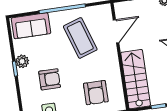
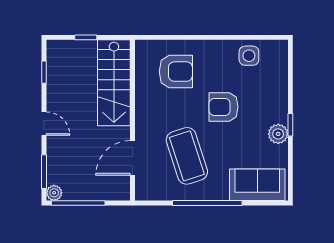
armchair: (50, 79) -> (224, 107), moved
armchair: (96, 93) -> (176, 72), turned 90

